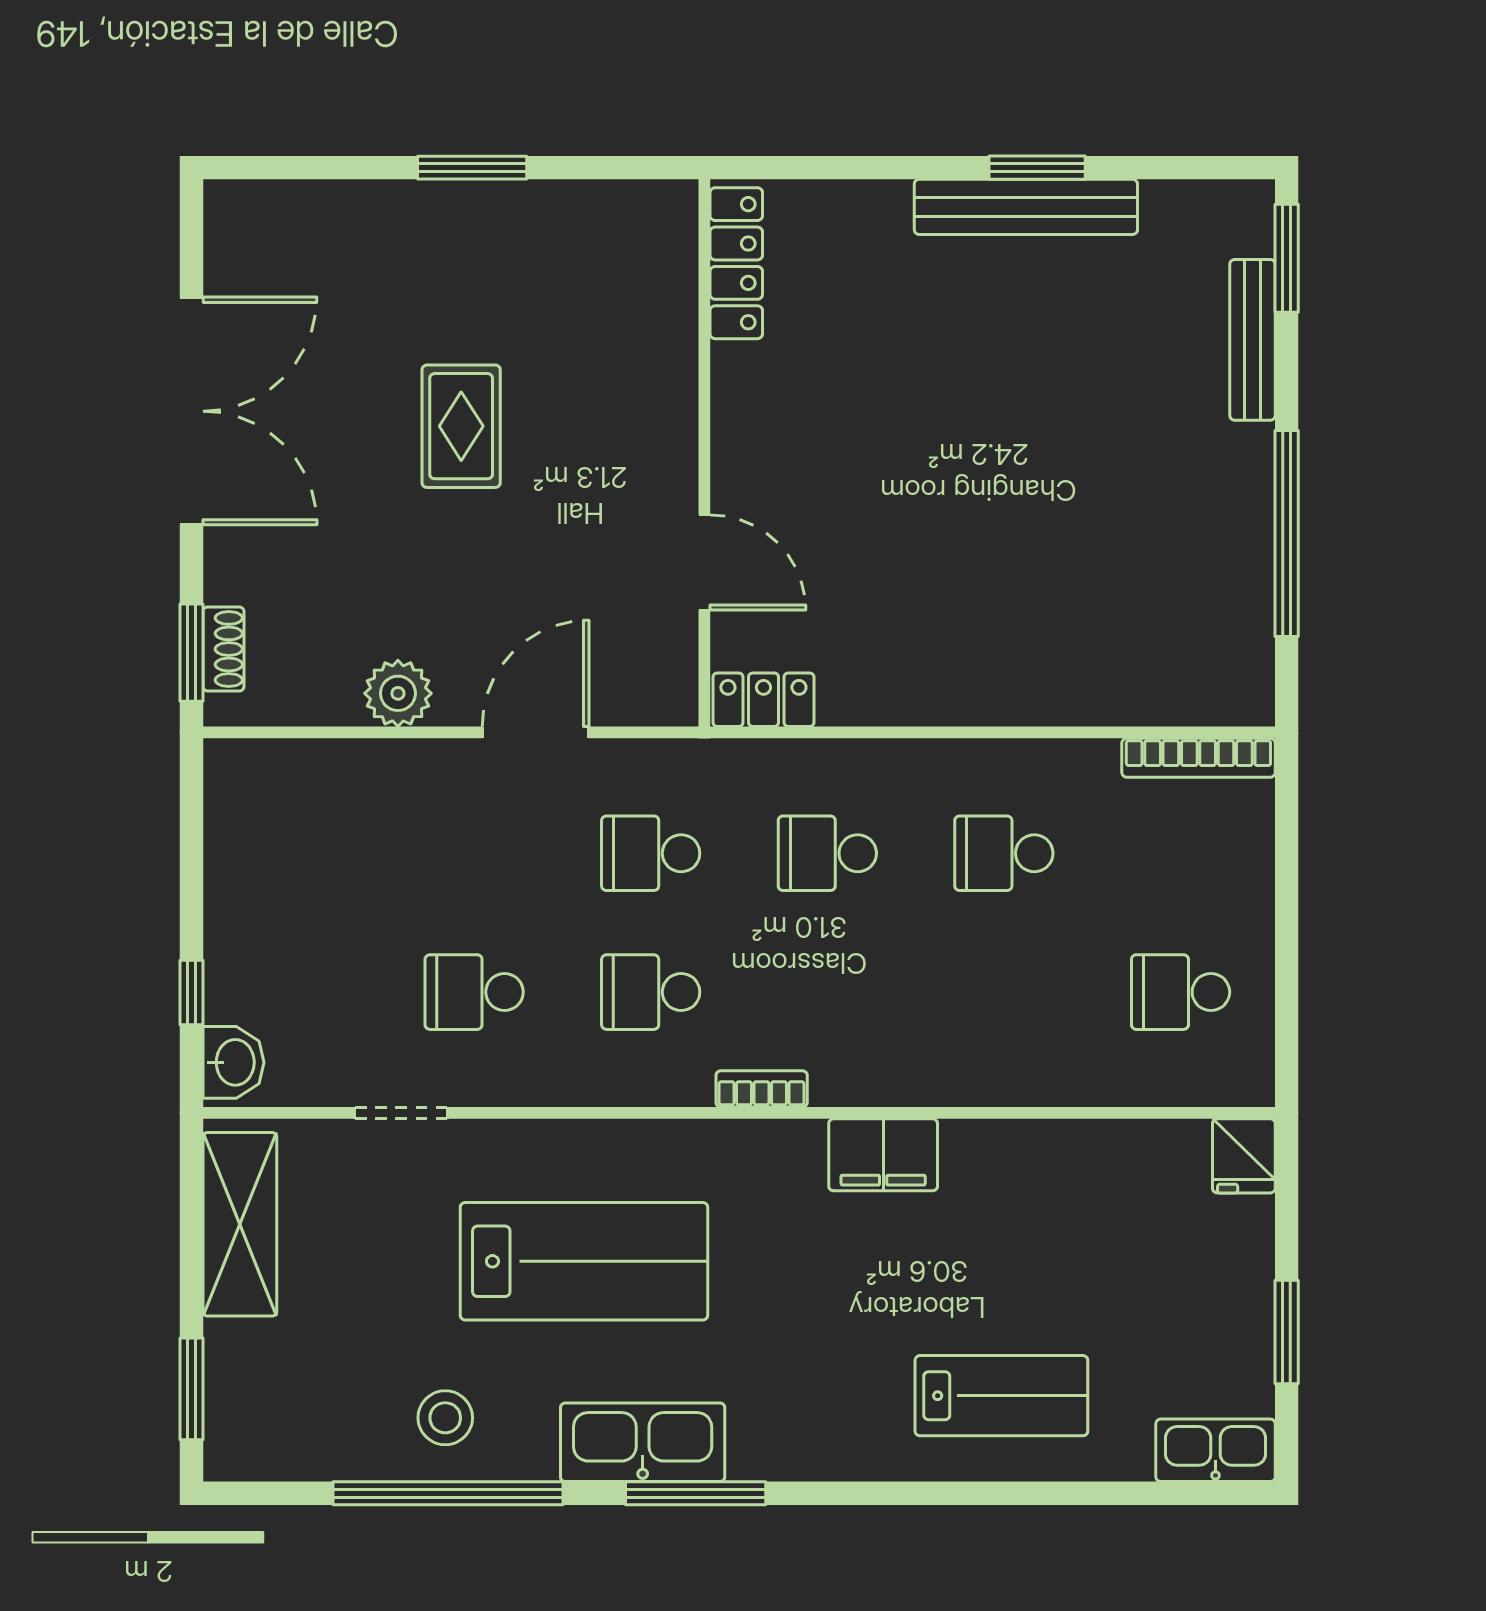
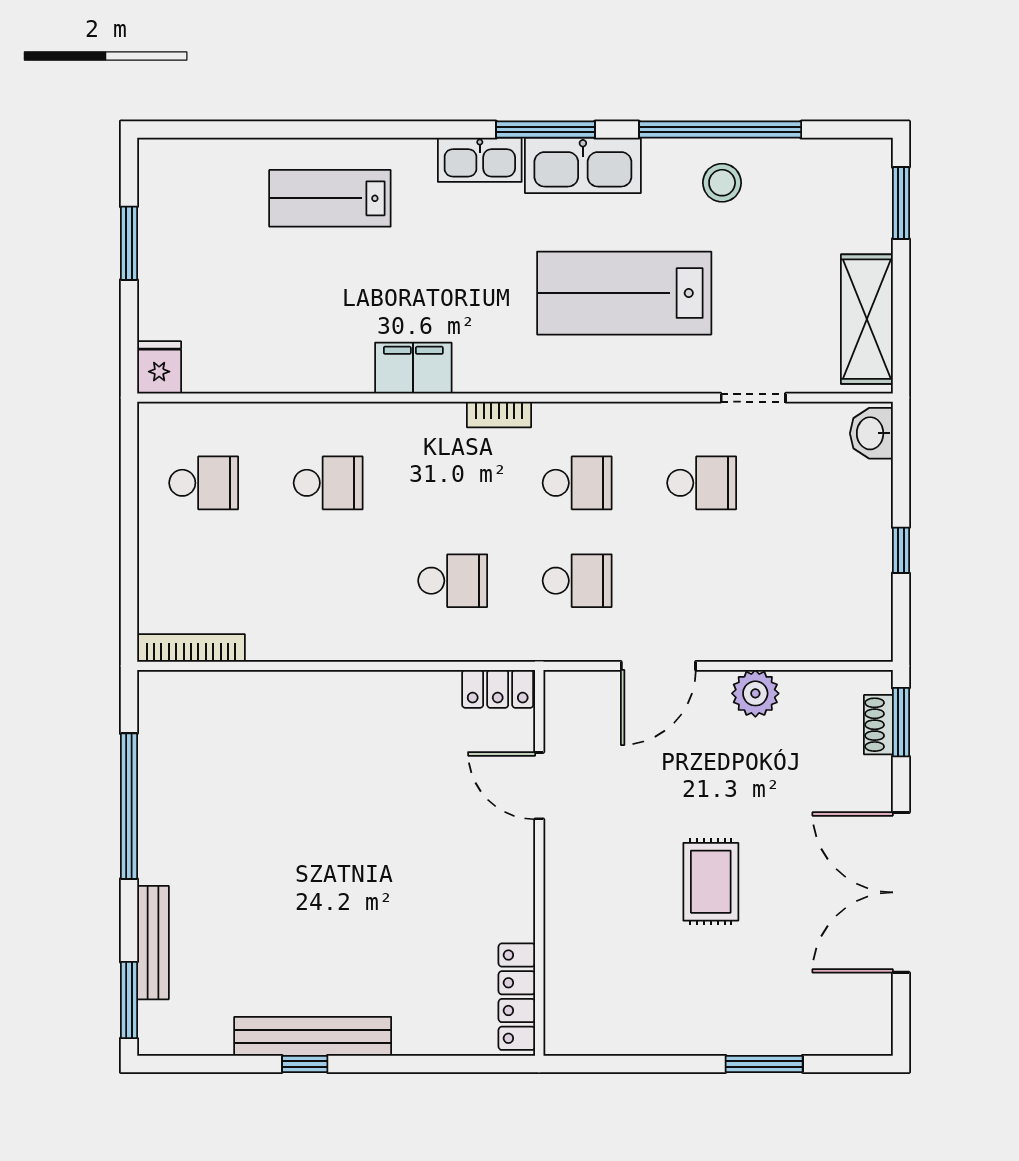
window: (472, 168) -> (764, 1064), moved
window: (1037, 168) -> (305, 1064), width x0.67
school desk: (1004, 853) -> (328, 483), moved
window: (191, 992) -> (901, 550), moved
kitchen sink: (1215, 1450) -> (480, 160), moved

